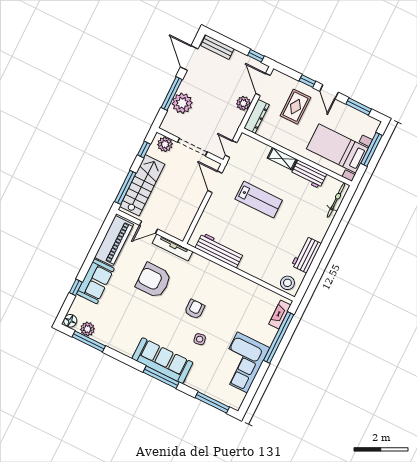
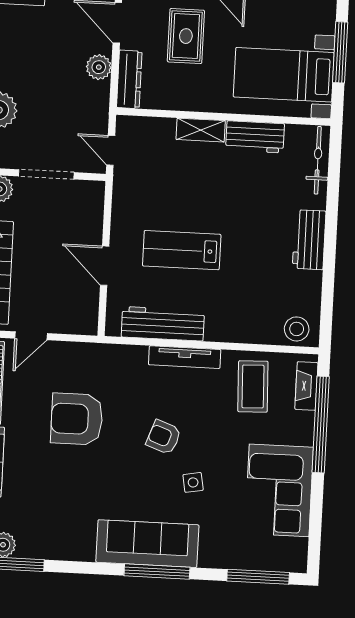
door: (215, 182) -> (105, 266), moved
lab bench: (259, 200) -> (182, 250), moved, turned 180
tv unit: (173, 247) -> (185, 357), moved
workbench: (306, 255) -> (309, 240), moved
coffee table: (252, 303) -> (253, 386), added
armchair: (195, 309) -> (164, 437), turned -70

